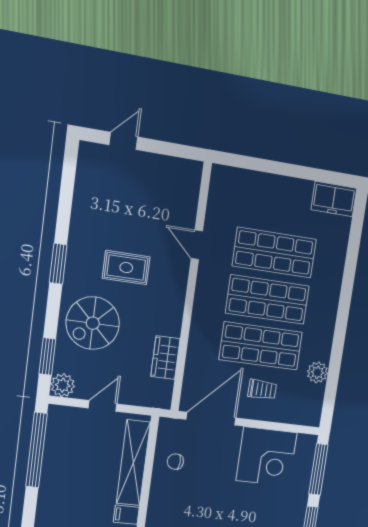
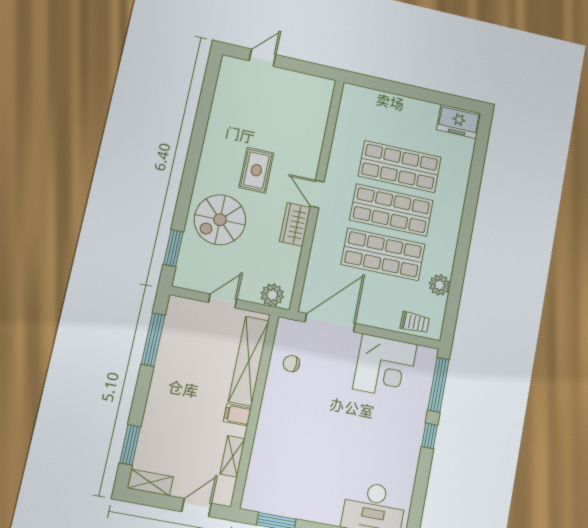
door: (197, 245) -> (317, 194), moved
window: (58, 264) -> (192, 162), removed
rug: (126, 268) -> (256, 170), turned 90
wardrobe: (165, 358) -> (295, 224), moved
plant: (63, 385) -> (272, 295), moved
trolley: (262, 389) -> (415, 323), moved
window: (36, 450) -> (153, 340), width x0.68

